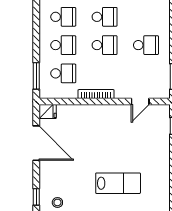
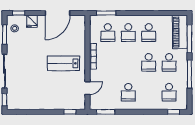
school desk: (105, 45) -> (128, 62), removed
door: (140, 102) -> (88, 88), swing flipped
fridge: (48, 112) -> (32, 21), moved
lab bench: (118, 183) -> (63, 63), moved, turned 90

